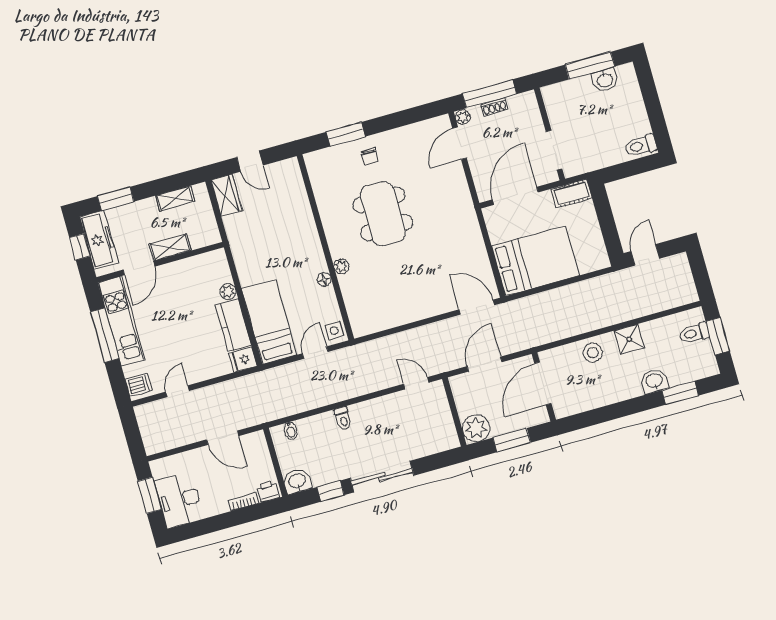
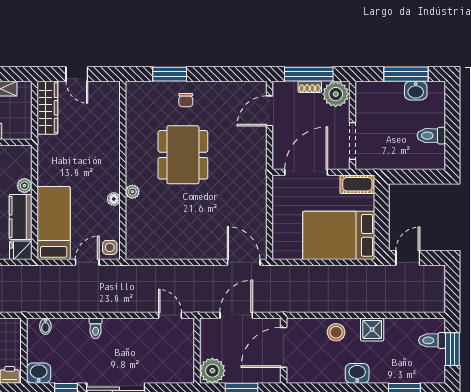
plant: (463, 117) -> (336, 94), moved, width x1.87, depth x1.87
toilet: (641, 146) -> (431, 136), moved
wardrobe: (227, 195) -> (47, 108), width x1.50
bed: (536, 261) -> (339, 235), moved, turned 180
washbasin: (654, 381) -> (357, 373), moved

